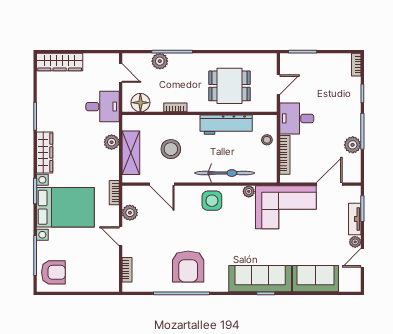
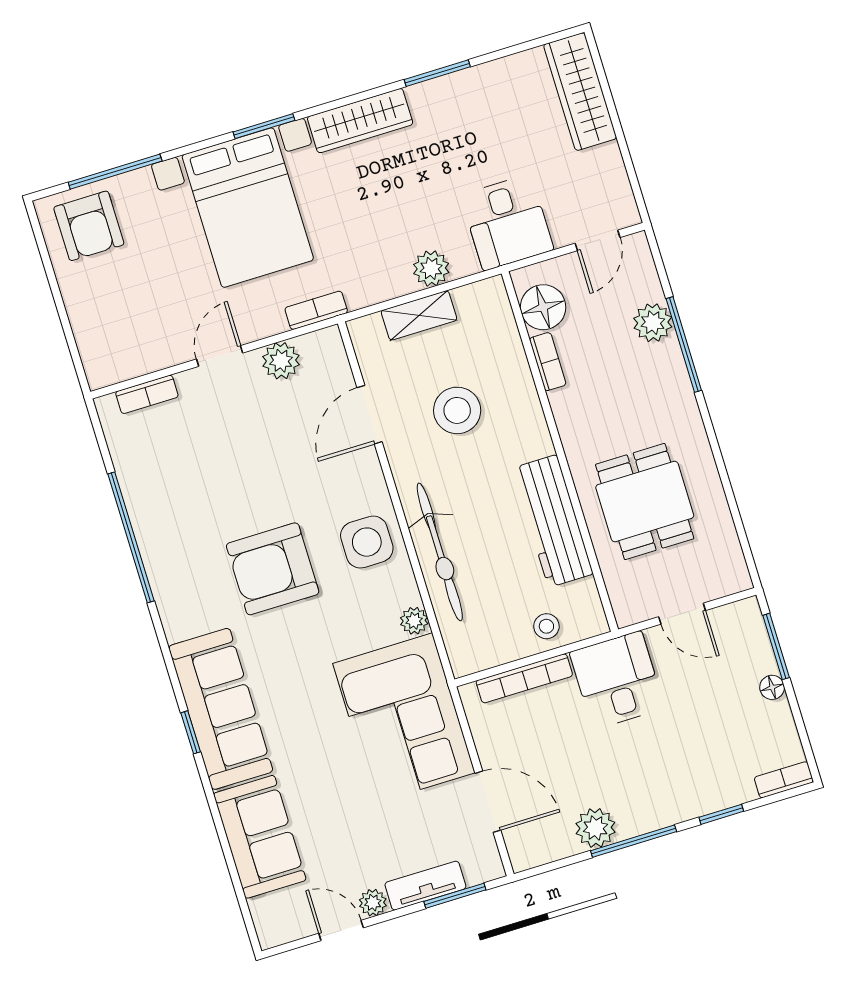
floor lamp: (318, 58) -> (772, 687), added
bookcase: (175, 107) -> (548, 362), moved
shelving: (131, 153) -> (419, 315), width x0.67, depth x0.75
armchair: (188, 266) -> (273, 569), moved

